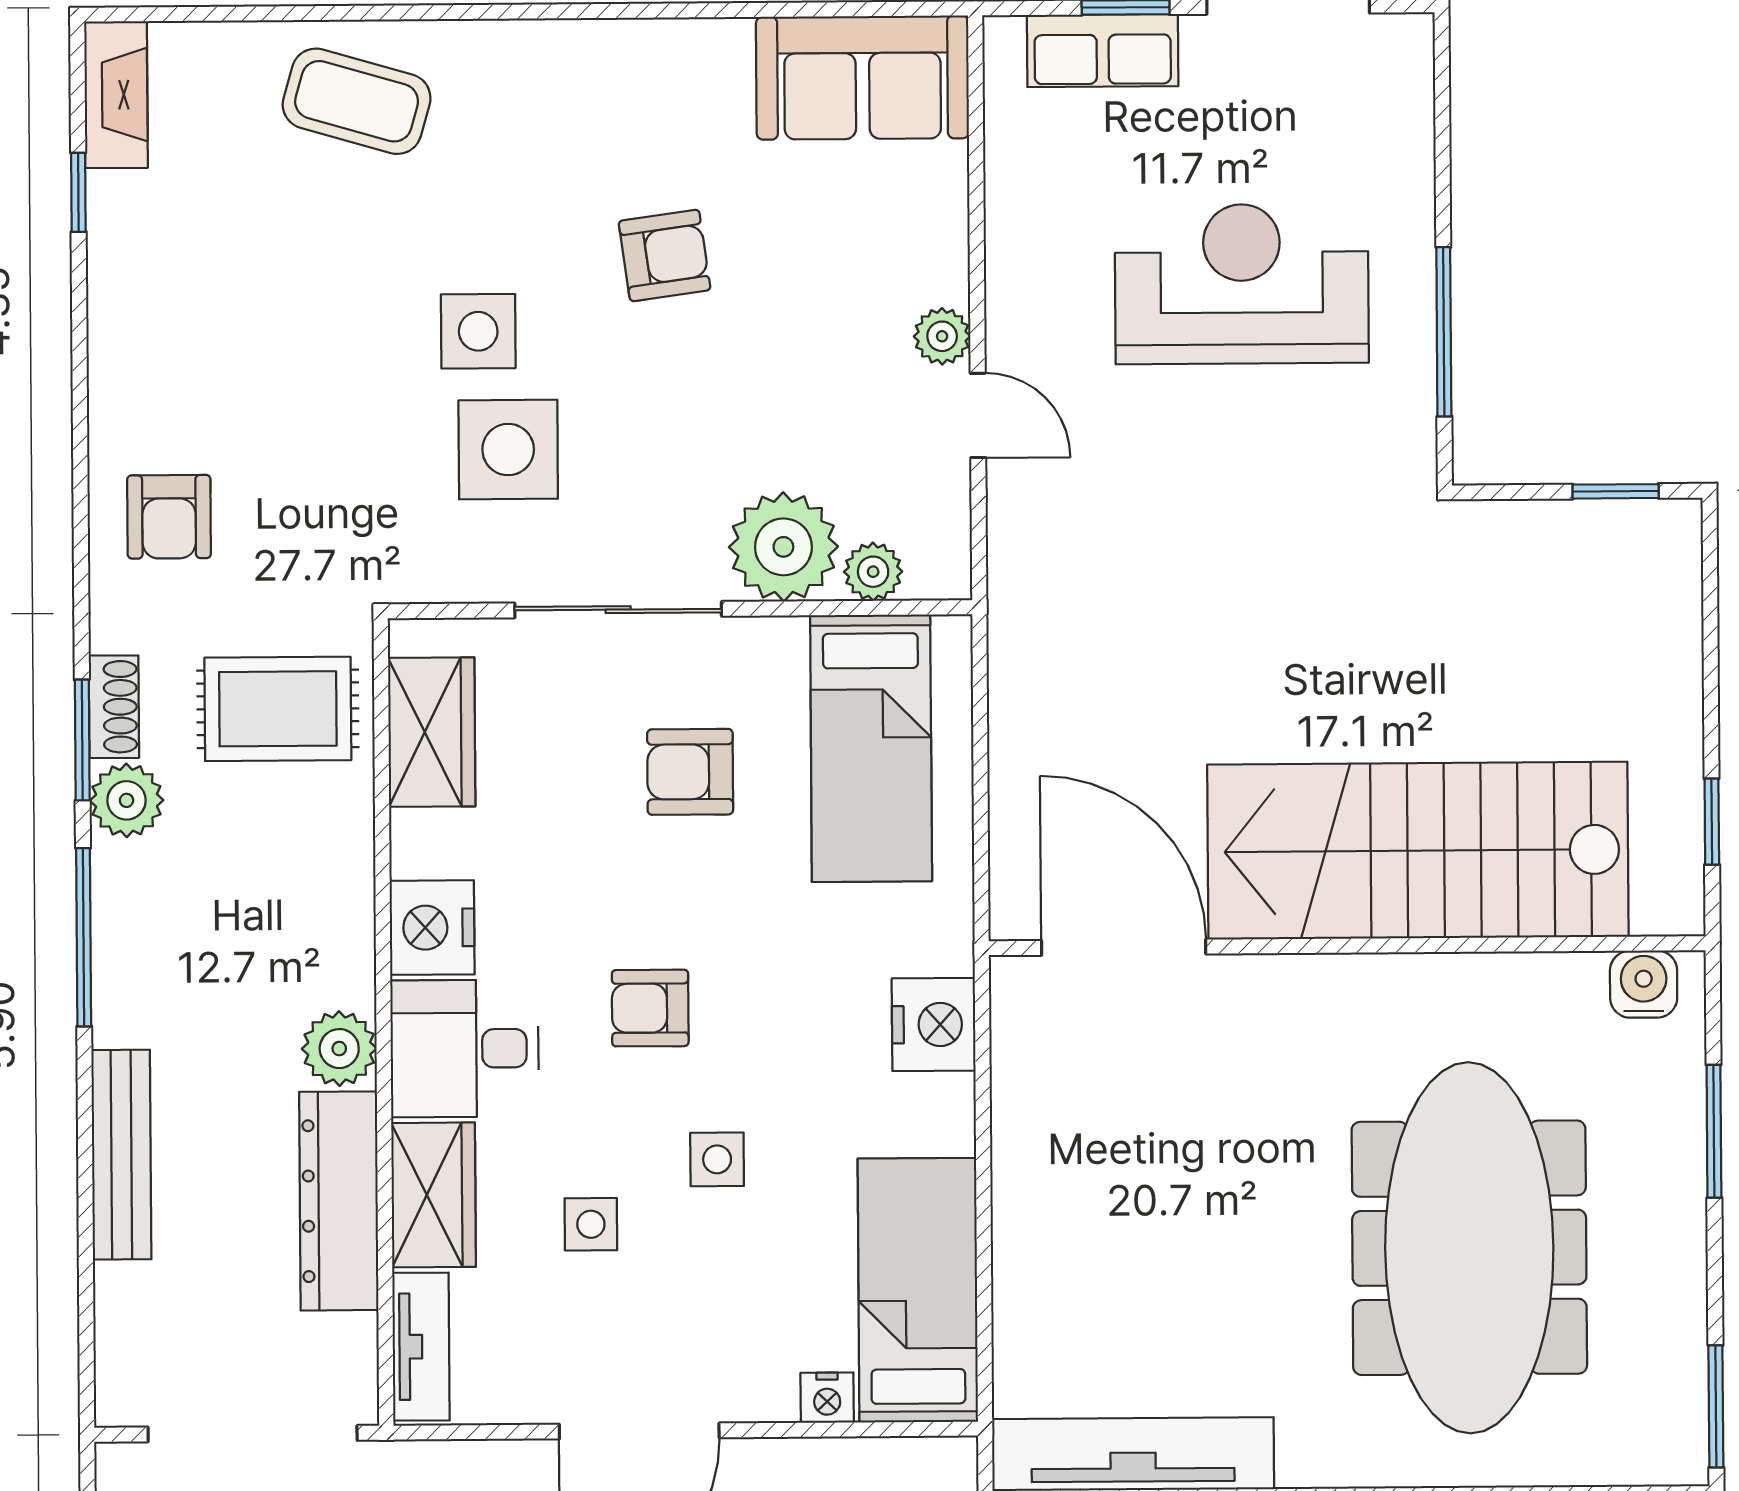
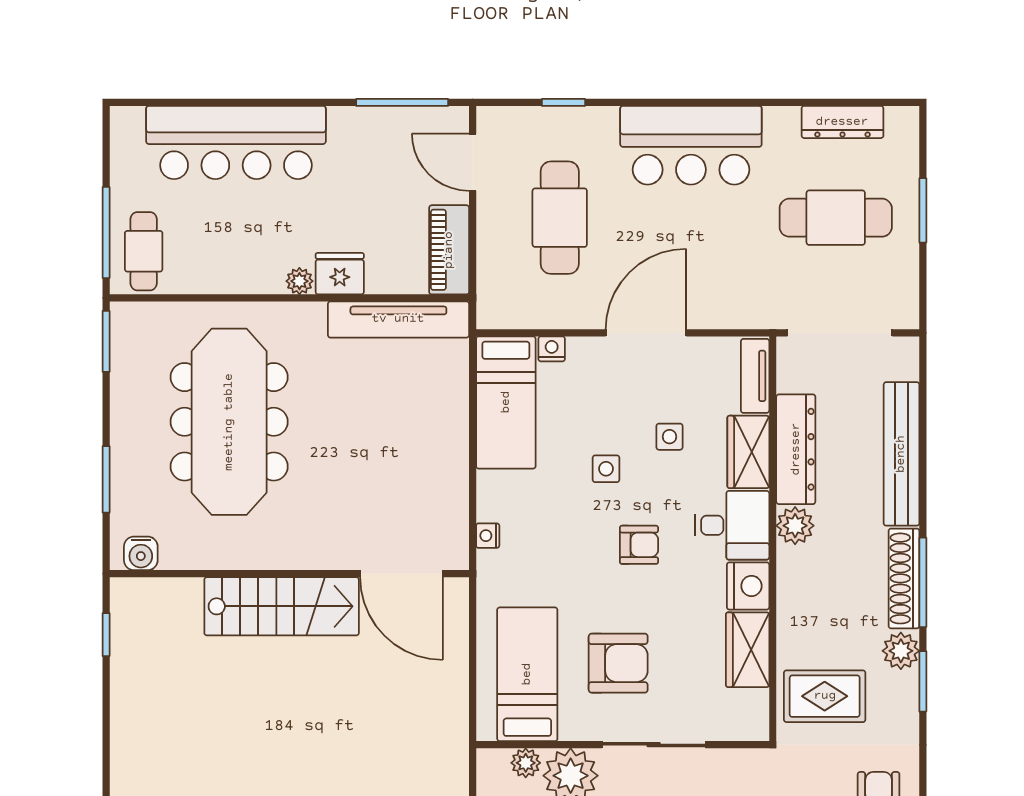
shoe rack: (114, 707) -> (904, 578), moved, width x1.94, depth x1.24
wardrobe: (432, 732) -> (748, 650), moved
armchair: (690, 772) -> (618, 663), width x1.38, depth x1.38
stairs: (1418, 851) -> (282, 606), width x0.73, depth x0.66
nightstand: (934, 1024) -> (488, 536), width x0.53, depth x0.56
bench: (121, 1155) -> (901, 454), width x1.37, depth x1.21

